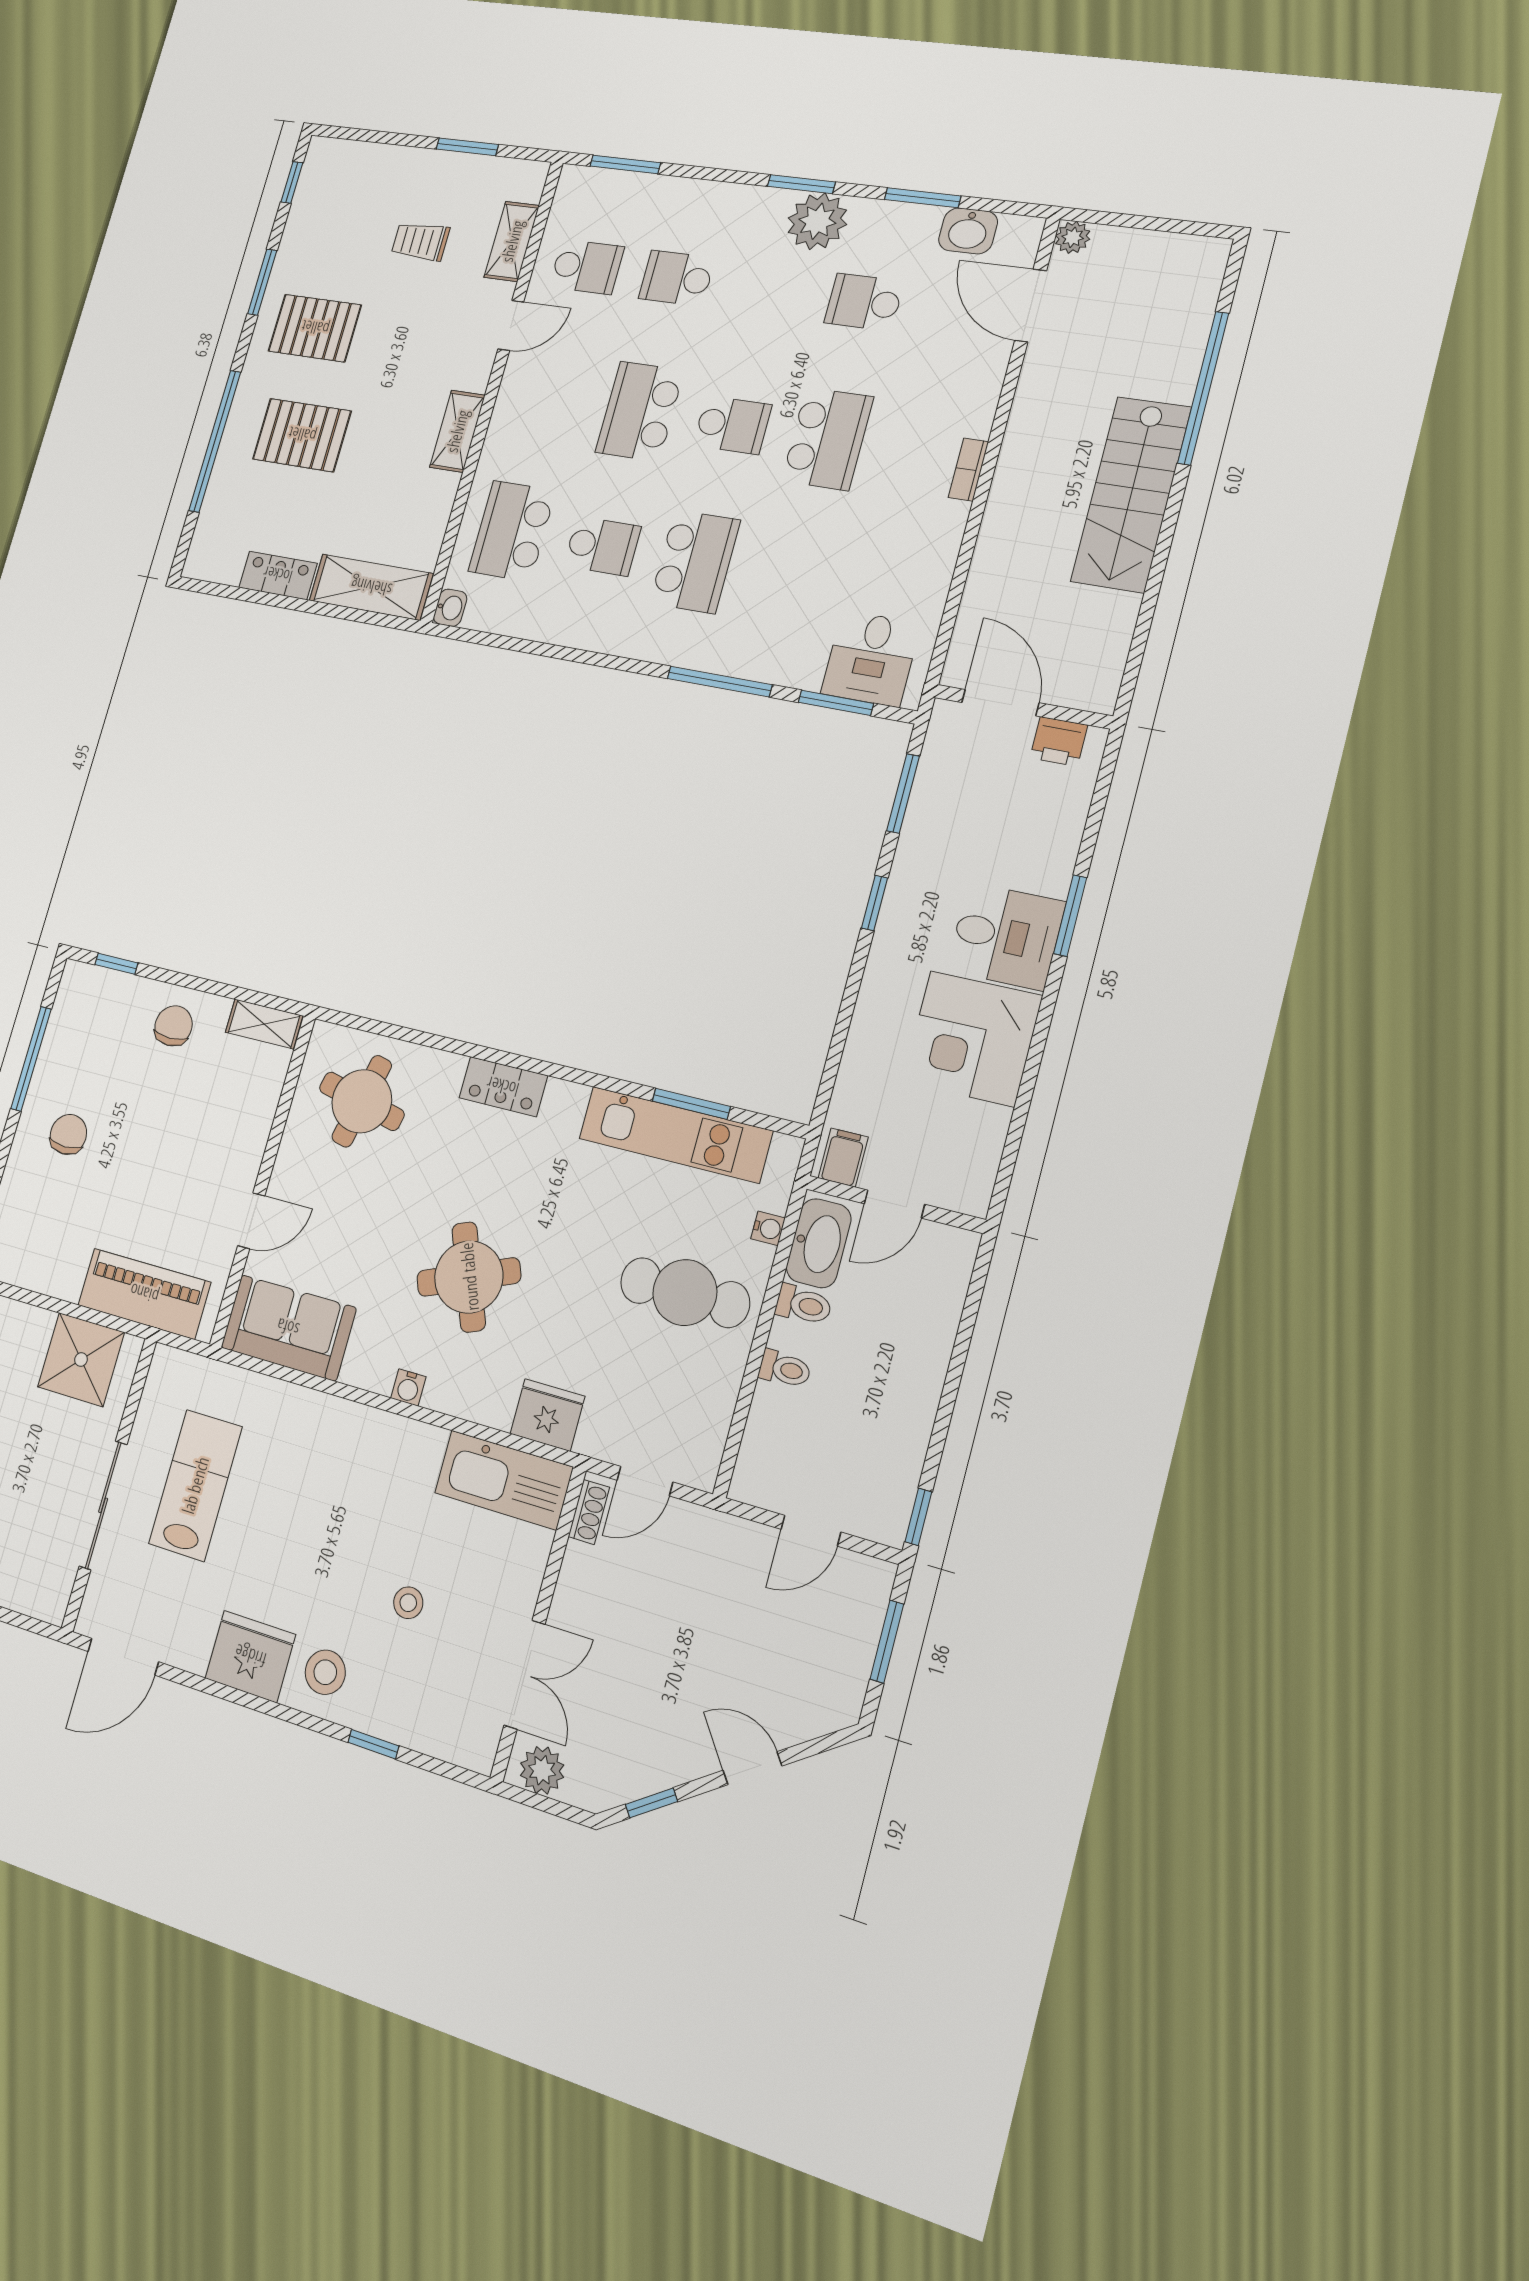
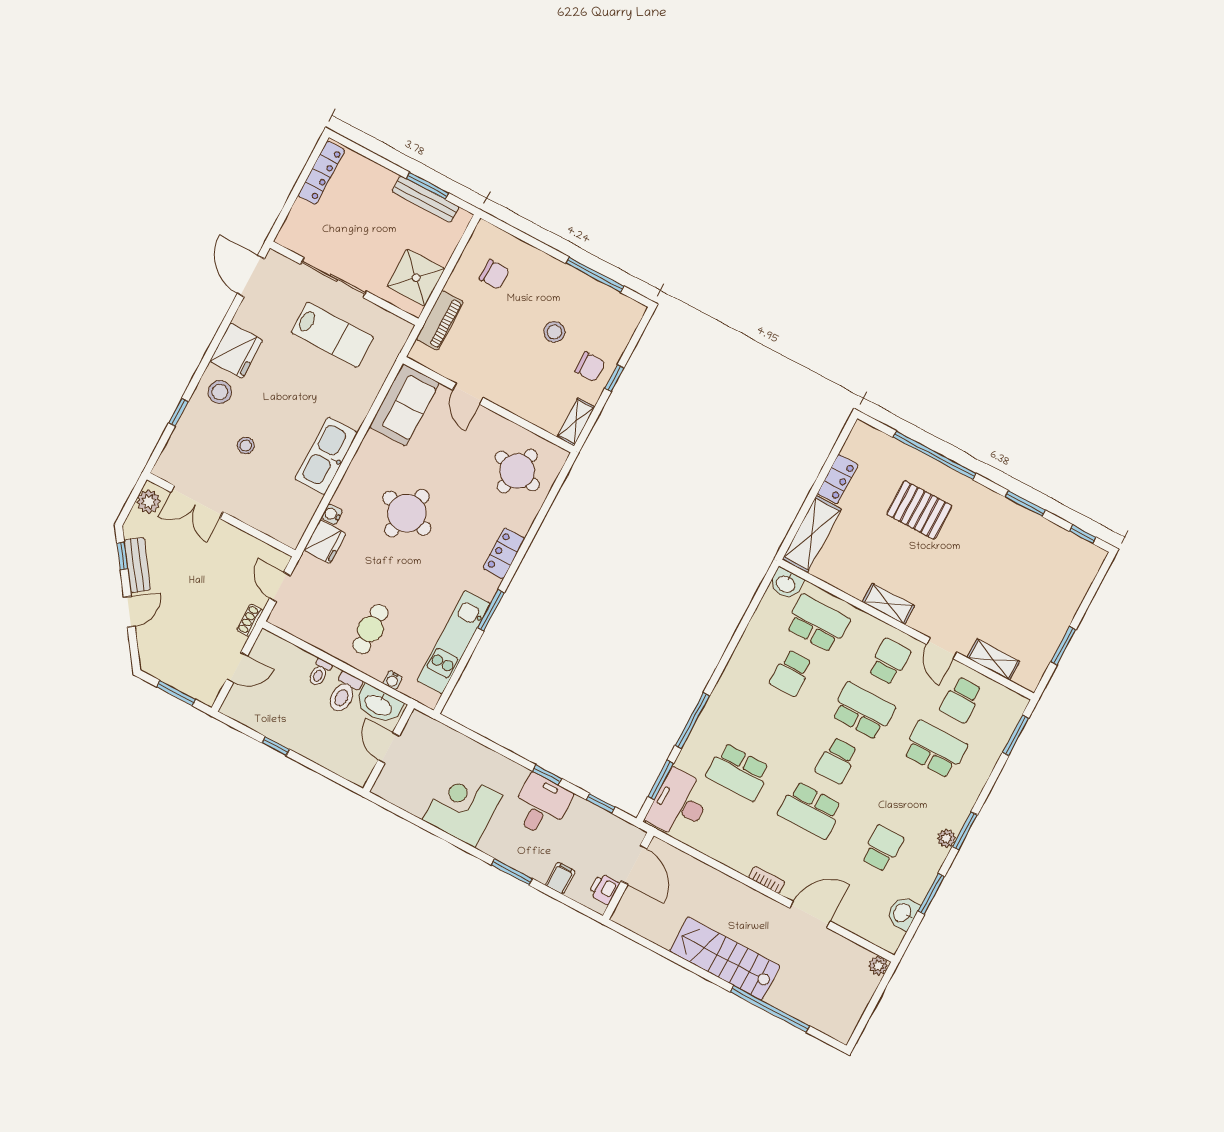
plant: (817, 221) -> (946, 838), width x0.53, depth x0.53
trolley: (420, 241) -> (1014, 605), removed
school desk: (677, 278) -> (935, 749), width x1.85
door: (1031, 306) -> (810, 915), moved
pallet: (315, 328) -> (984, 531), removed
school desk: (550, 398) -> (889, 662), added
pallet: (302, 435) -> (919, 510), turned 90
school desk: (695, 562) -> (738, 772), moved
washbasin: (450, 608) -> (786, 584), width x1.38, depth x1.45
desk: (871, 659) -> (679, 804), width x1.37
door: (1000, 703) -> (634, 865), hinge flipped
window: (903, 793) -> (601, 803), width x0.67
desk: (1006, 936) -> (541, 805), moved, turned 180
window: (116, 964) -> (614, 378), moved
stool: (129, 1101) -> (554, 332), added
window: (691, 1104) -> (491, 610), moved
chair: (68, 1134) -> (494, 274), moved
filing cabinet: (843, 1157) -> (560, 878), moved, turned -90
round table: (469, 1277) -> (407, 513), turned 36
cafe table: (685, 1293) -> (370, 629), width x0.73, depth x0.74
piano: (144, 1294) -> (440, 320), width x0.73, depth x0.75
toilet: (804, 1305) -> (344, 693), width x1.37, depth x1.39
water cooler: (408, 1388) -> (332, 514), moved
kitchen sink: (504, 1480) -> (326, 456), moved
shoe rack: (589, 1512) -> (250, 620), moved, turned 90
window: (918, 1517) -> (276, 746), moved
door: (811, 1531) -> (237, 667), swing flipped
bench: (662, 1769) -> (137, 565), added

